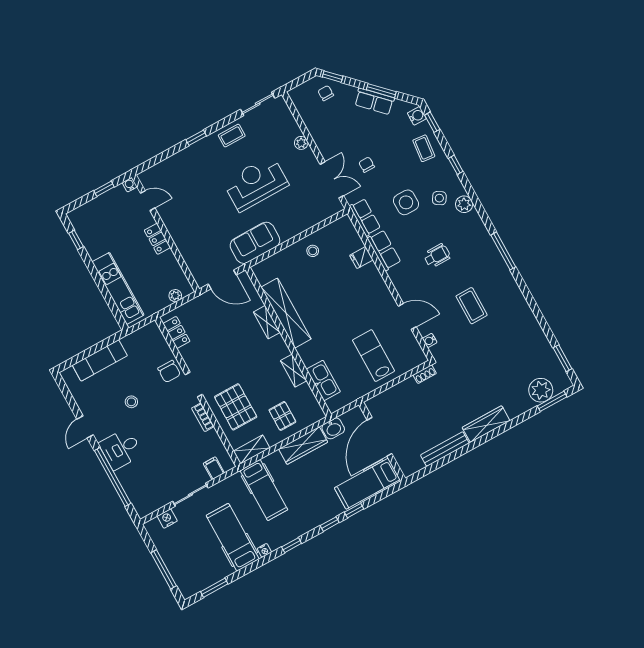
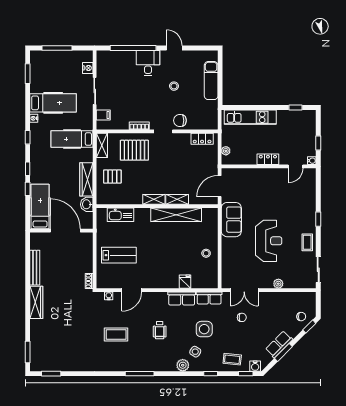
shelving: (294, 371) -> (154, 199), moved
plant: (541, 390) -> (39, 349), removed

